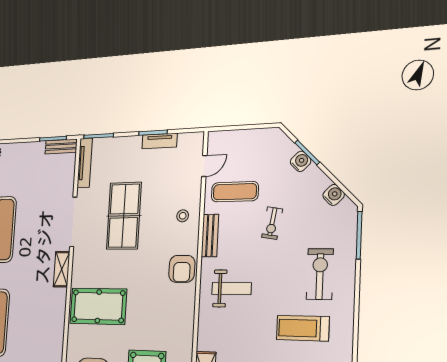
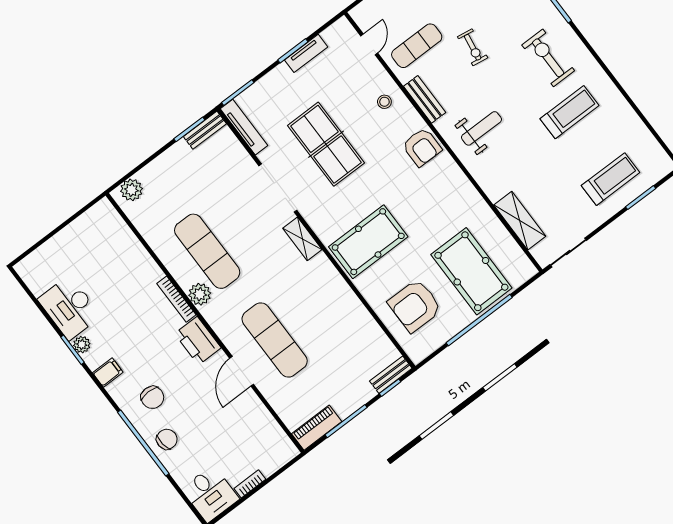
treadmill: (303, 328) -> (569, 112), turned 180

